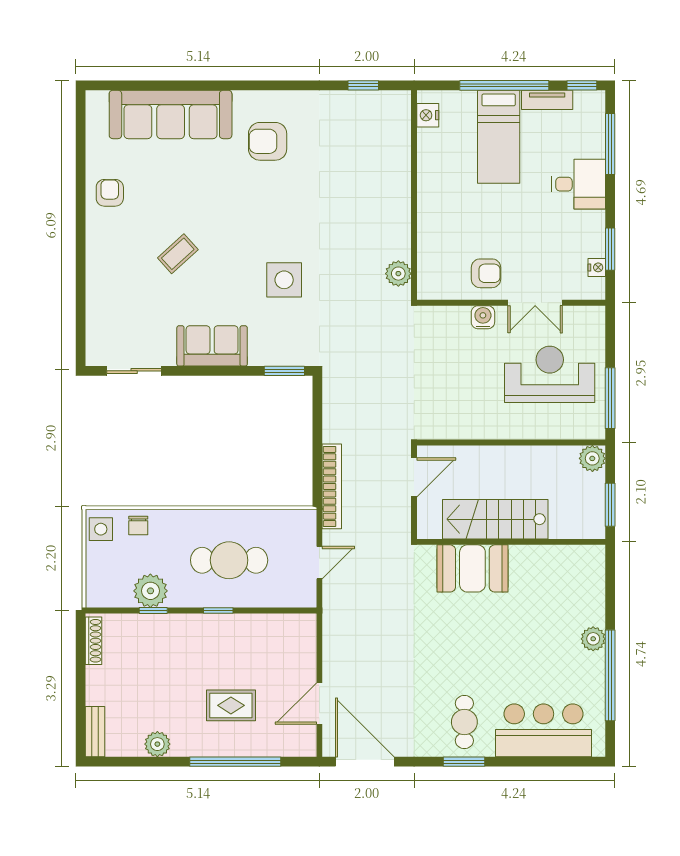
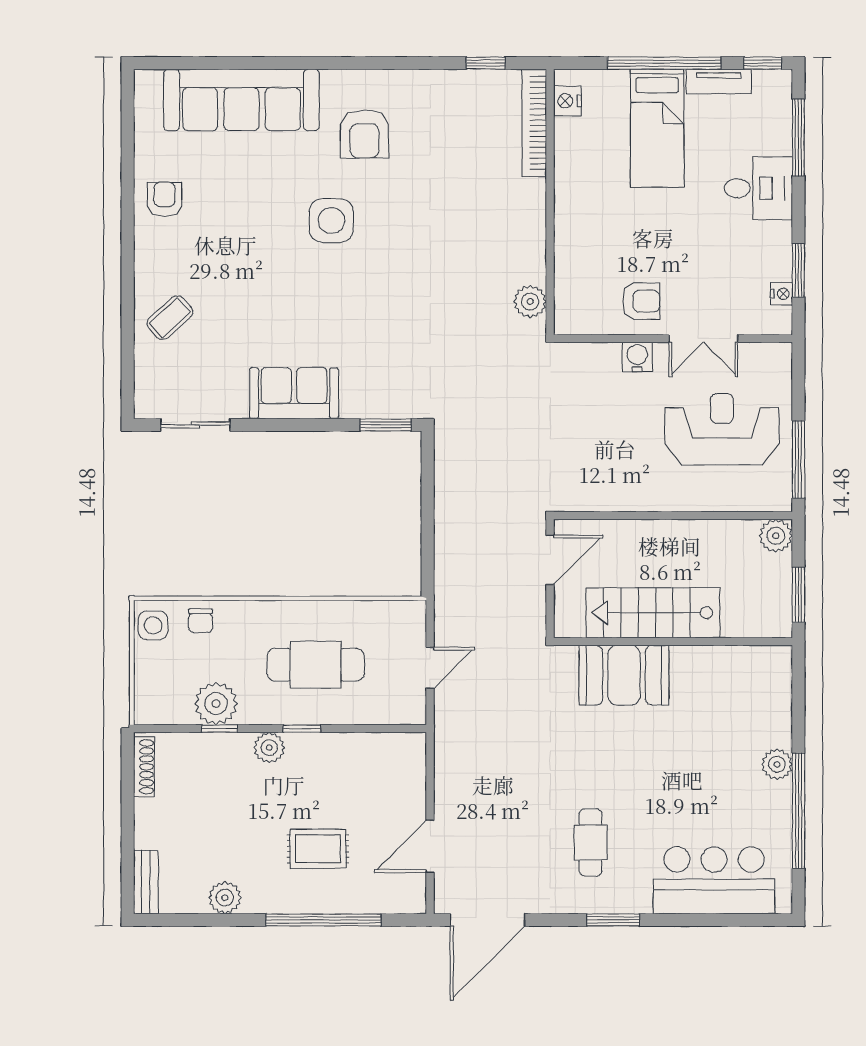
armchair: (268, 141) -> (364, 134), turned -90
coffee table: (178, 254) -> (170, 318), moved
side table: (284, 280) -> (331, 221), moved
bookcase: (332, 486) -> (534, 123), moved, turned 180
plant: (192, 626) -> (269, 748), added
cafe table: (464, 722) -> (591, 842), moved
door: (365, 762) -> (488, 920), swing flipped

